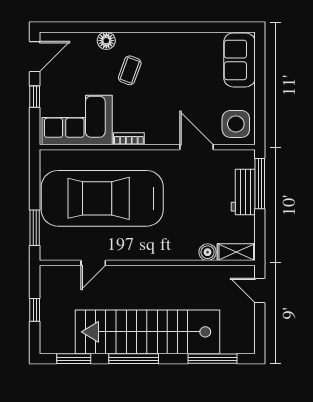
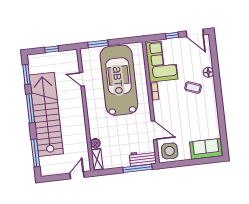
door: (196, 147) -> (154, 130), hinge flipped
workbench: (243, 192) -> (143, 158), moved

